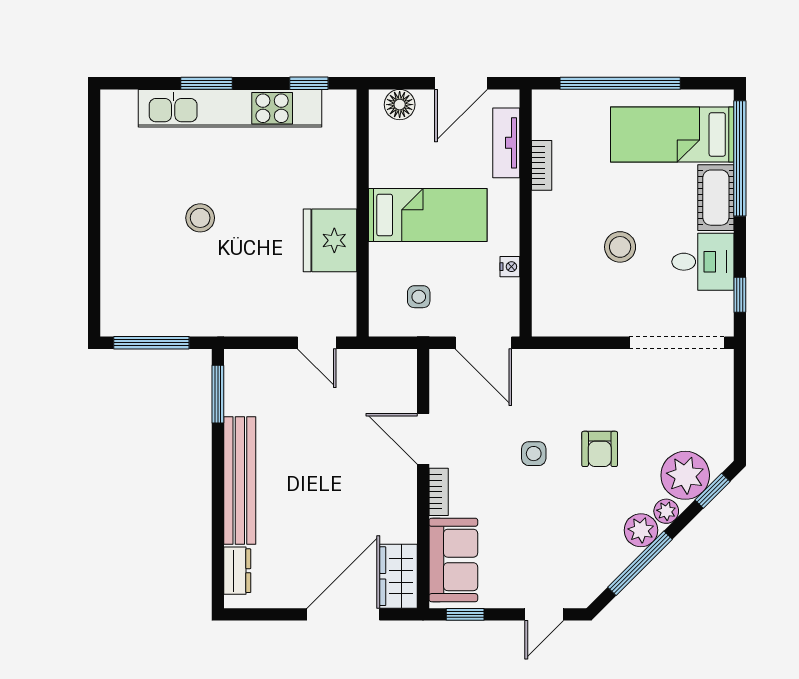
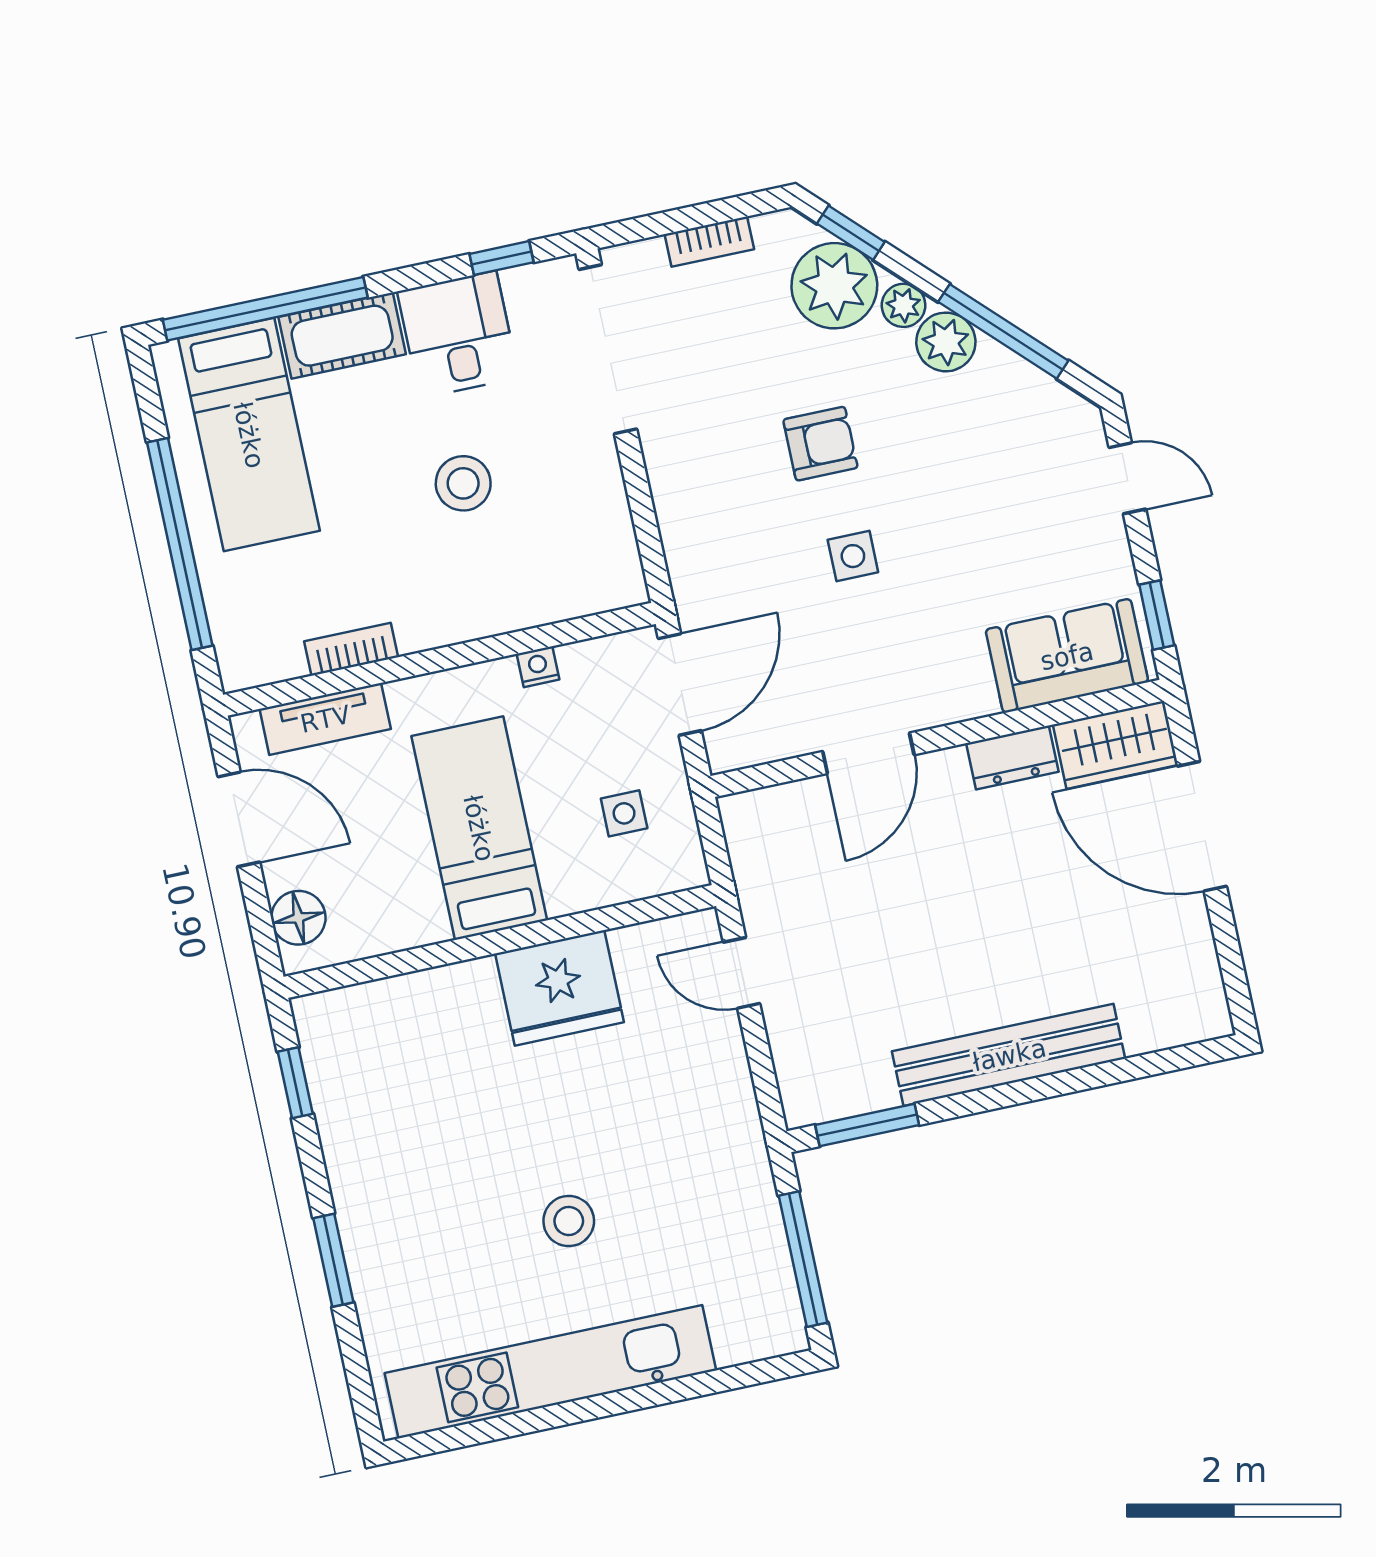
kitchen unit: (230, 108) -> (550, 1372), moved, turned -90
door: (317, 343) -> (742, 973), swing flipped
bookcase: (439, 492) -> (709, 242), moved, turned 180
dresser: (237, 571) -> (1012, 757), moved, turned 180

